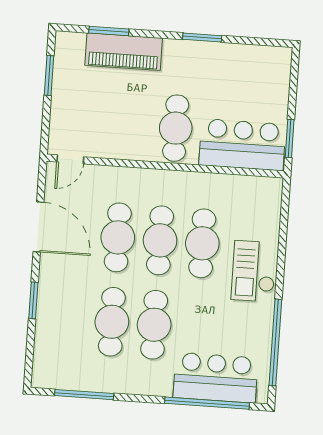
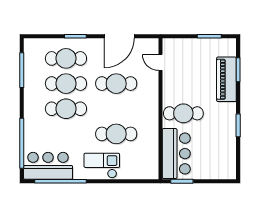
door: (70, 159) -> (160, 62), moved
cafe table: (160, 240) -> (66, 58), moved
bar counter: (216, 378) -> (48, 166), moved, turned -90

